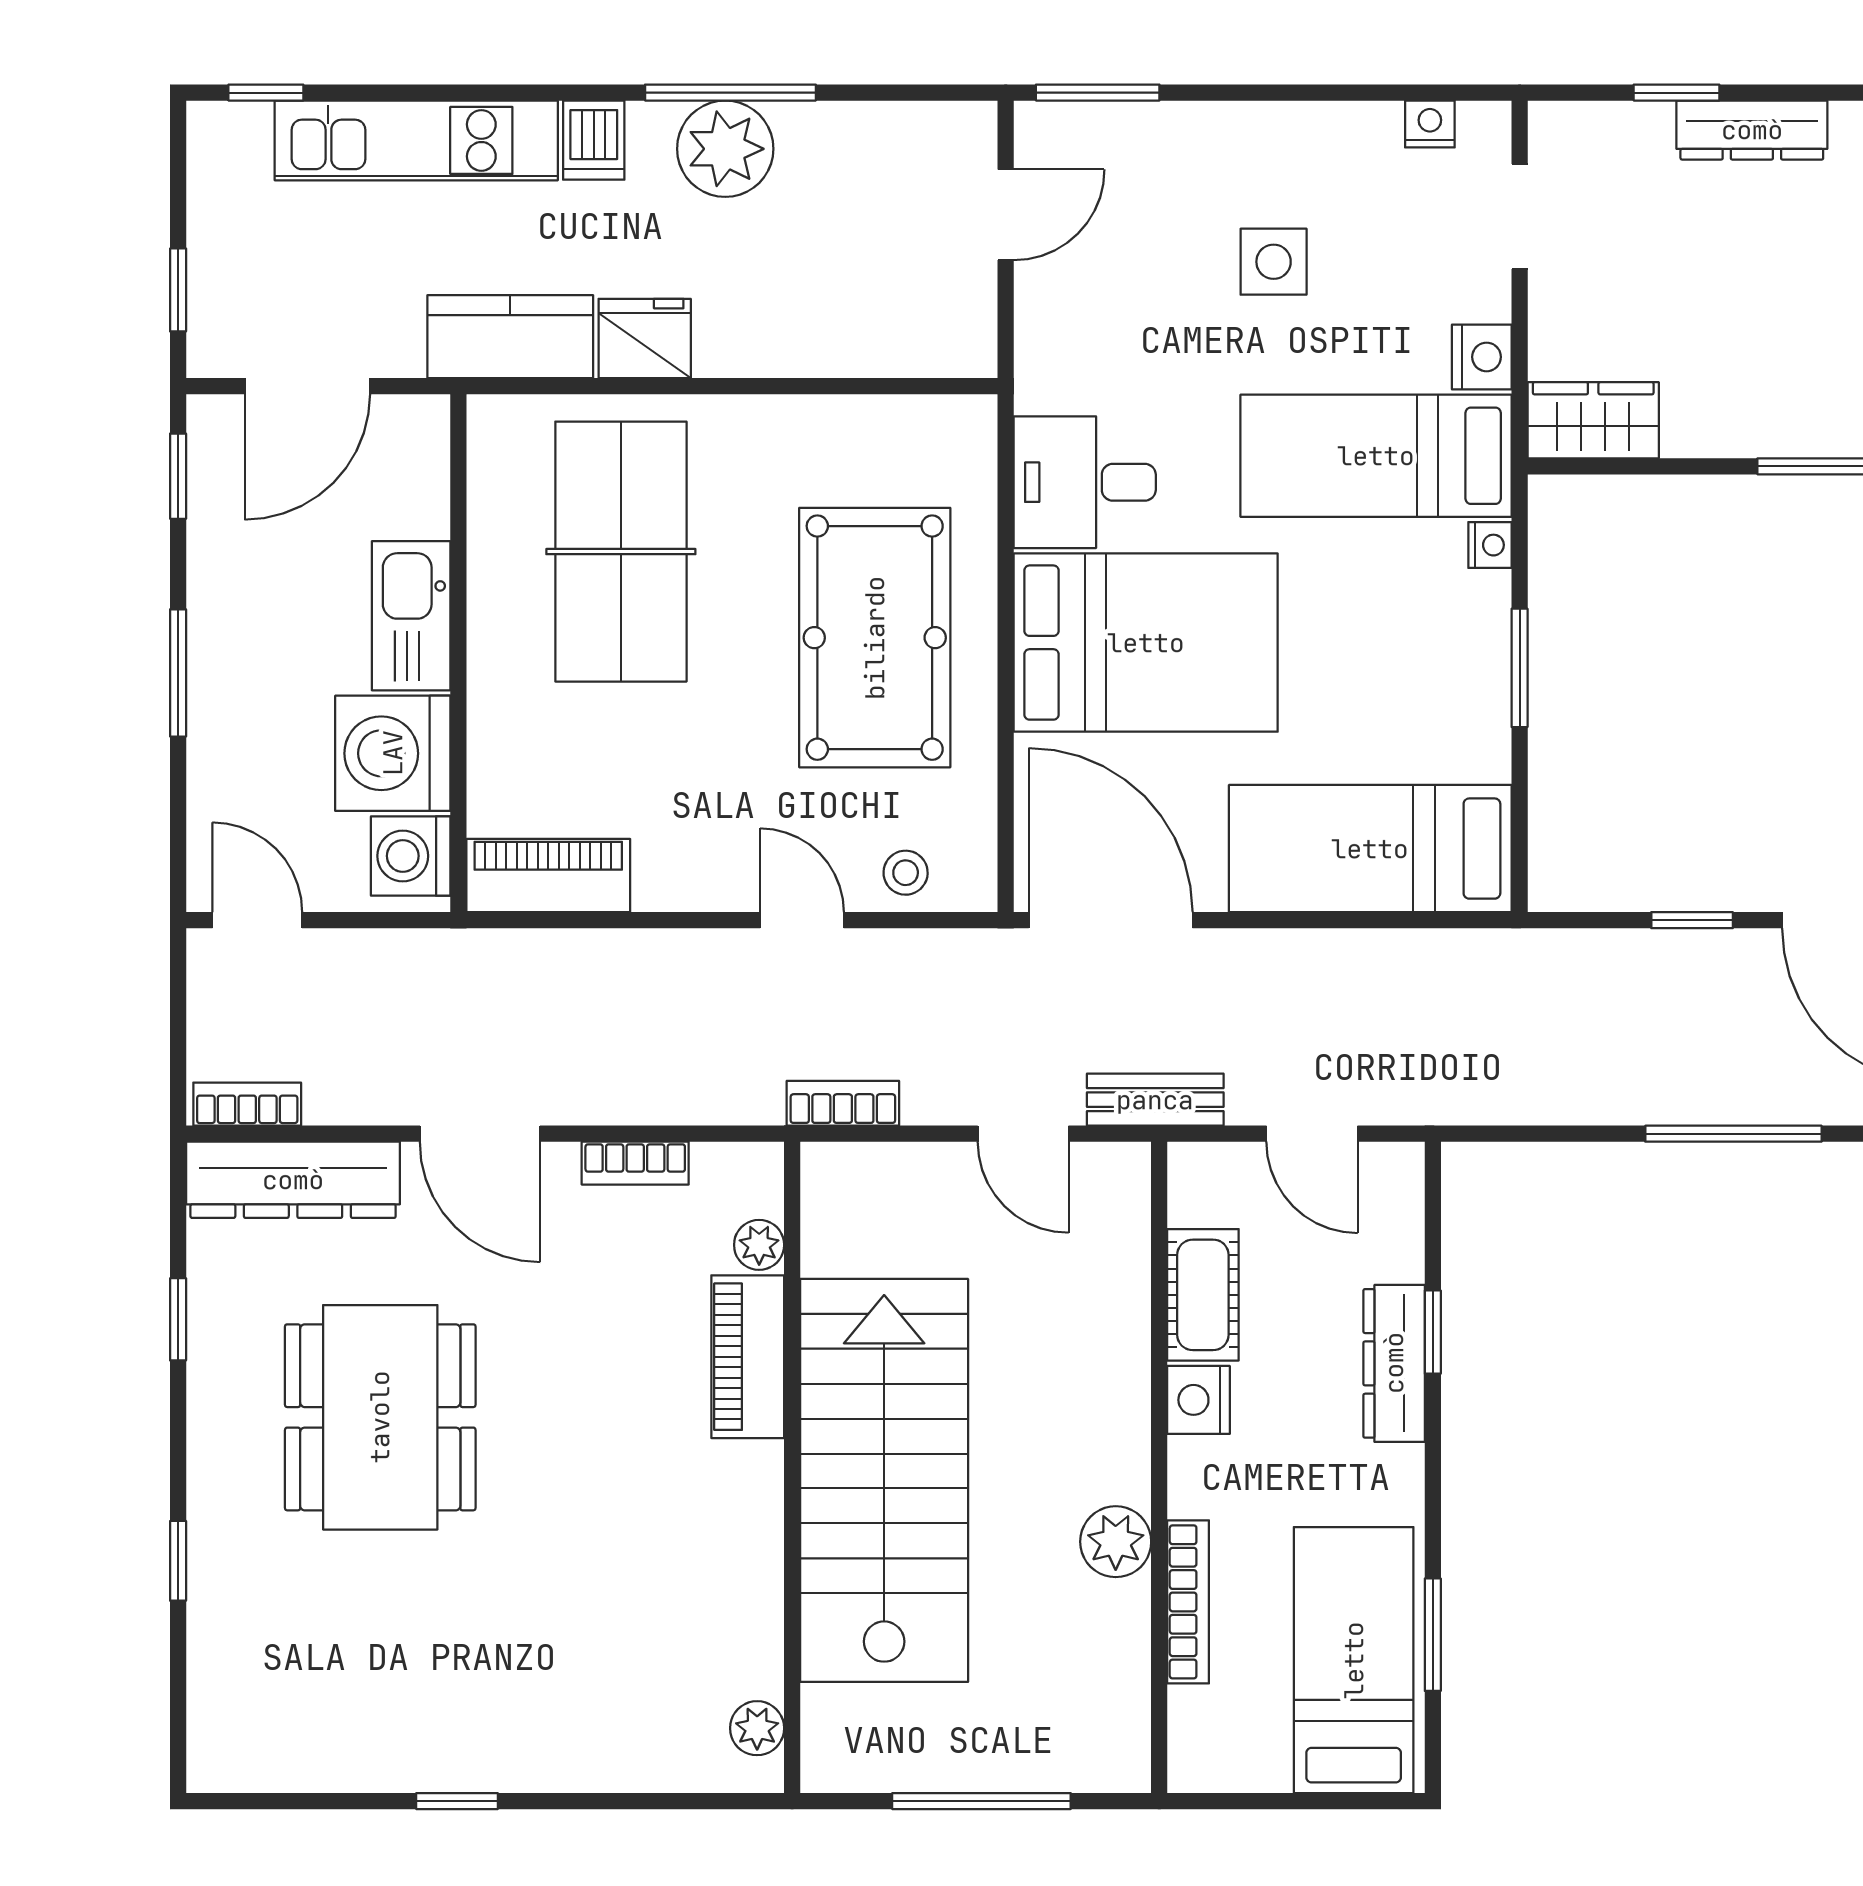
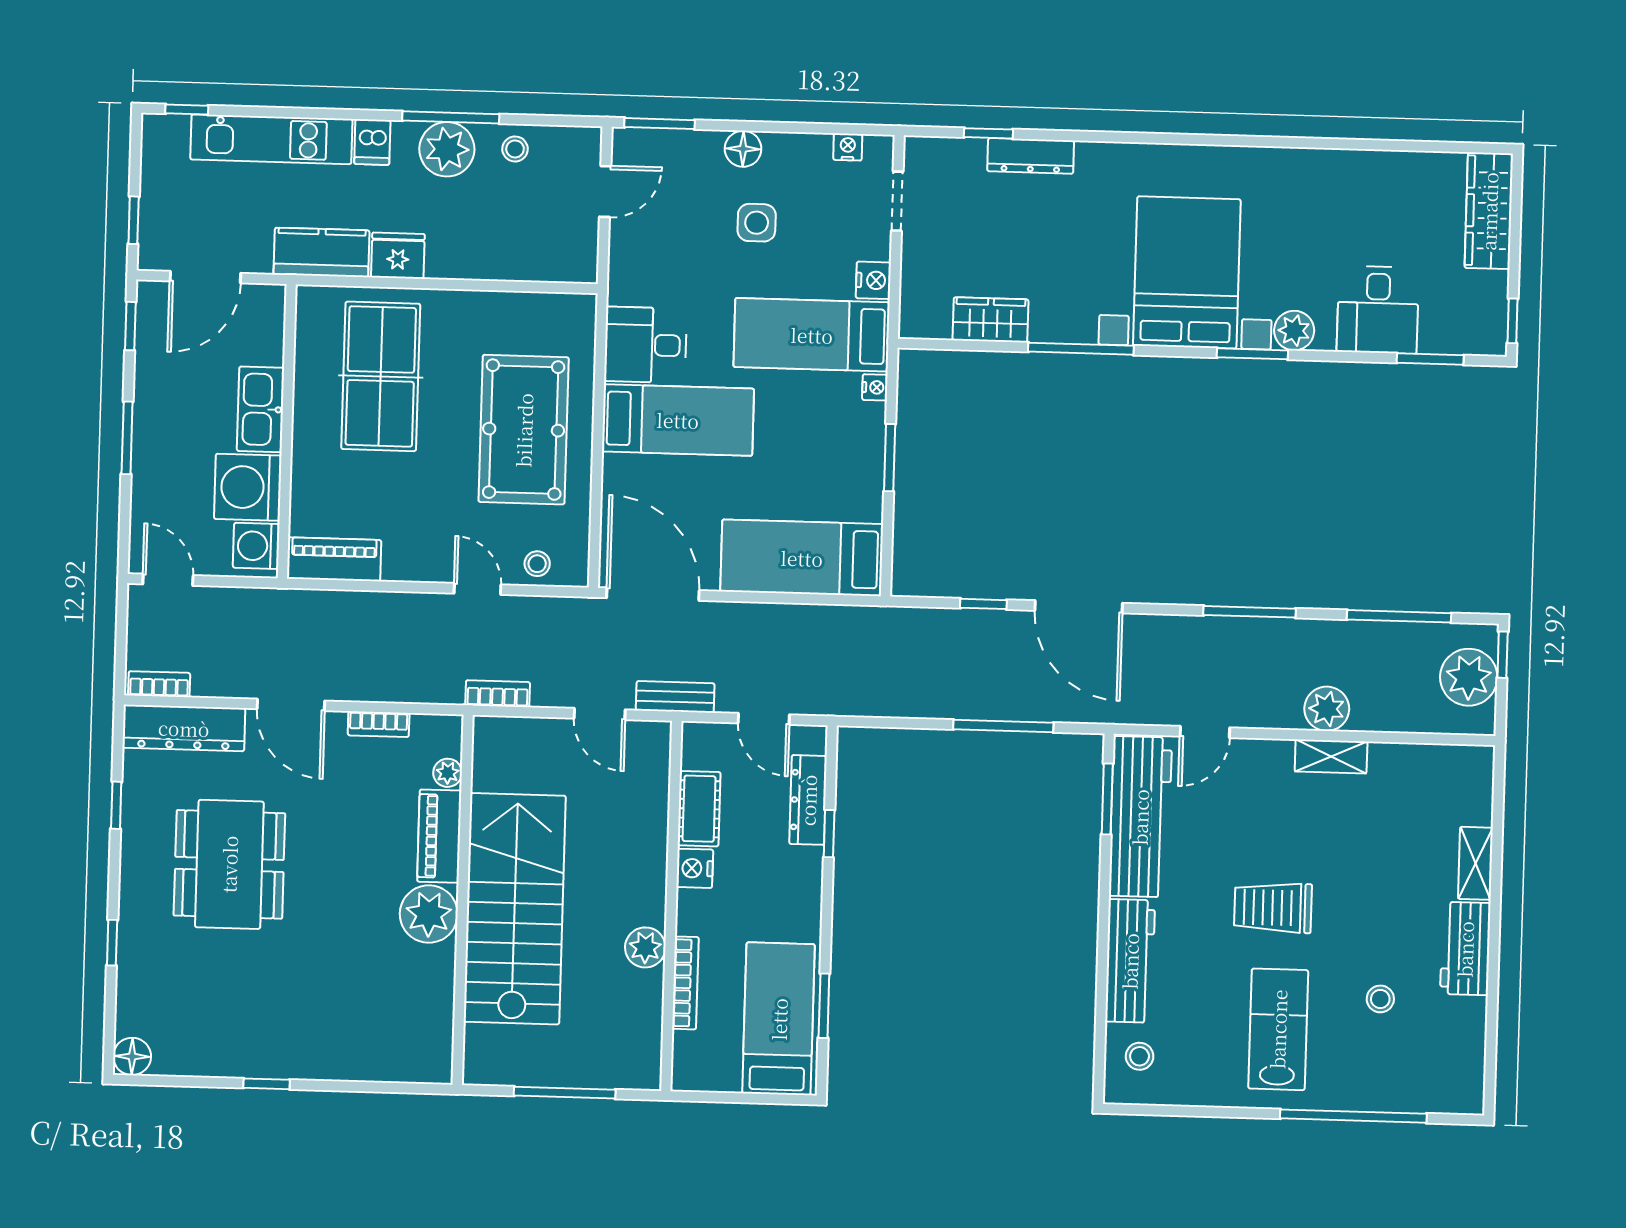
floor lamp: (1246, 133) -> (743, 149), added
stool: (845, 145) -> (515, 149), added
wardrobe: (1593, 420) -> (990, 320), moved
bed: (1146, 643) -> (678, 420), width x0.67
dresser: (1394, 1363) -> (808, 800), moved
plant: (757, 1728) -> (429, 914), moved, width x1.88, depth x1.88
floor lamp: (219, 1760) -> (132, 1056), added

